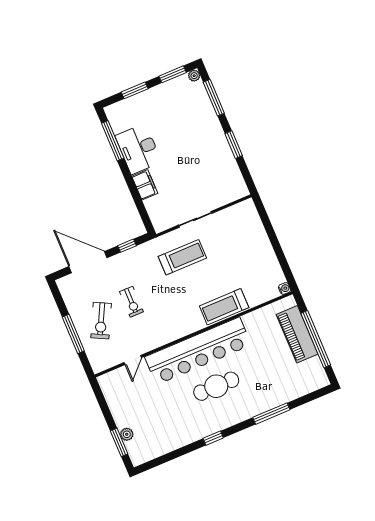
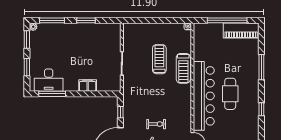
desk: (138, 149) -> (49, 80), moved
treadmill: (182, 257) -> (159, 59), moved
piano: (297, 334) -> (241, 31), moved

